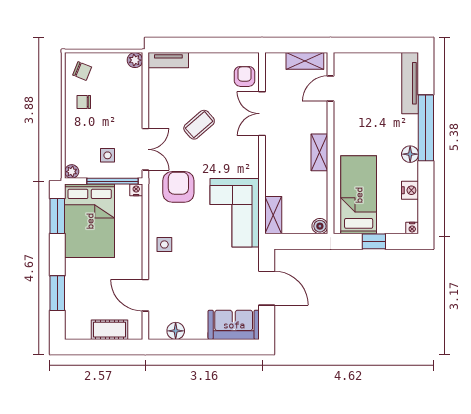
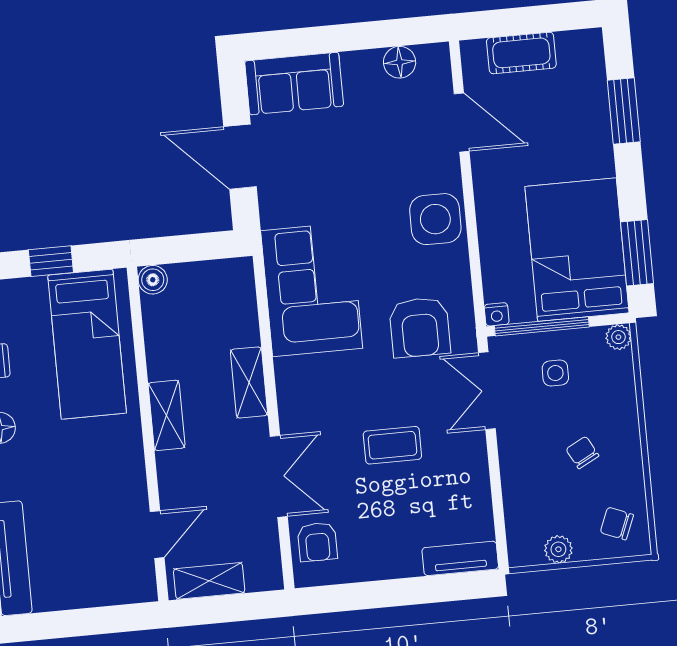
plant: (135, 60) -> (558, 549), moved
chair: (84, 102) -> (582, 453), moved, turned -118
coffee table: (199, 125) -> (392, 445), turned 41
shelving: (273, 215) -> (249, 382), moved
side table: (164, 244) -> (435, 219), width x1.87, depth x1.87

